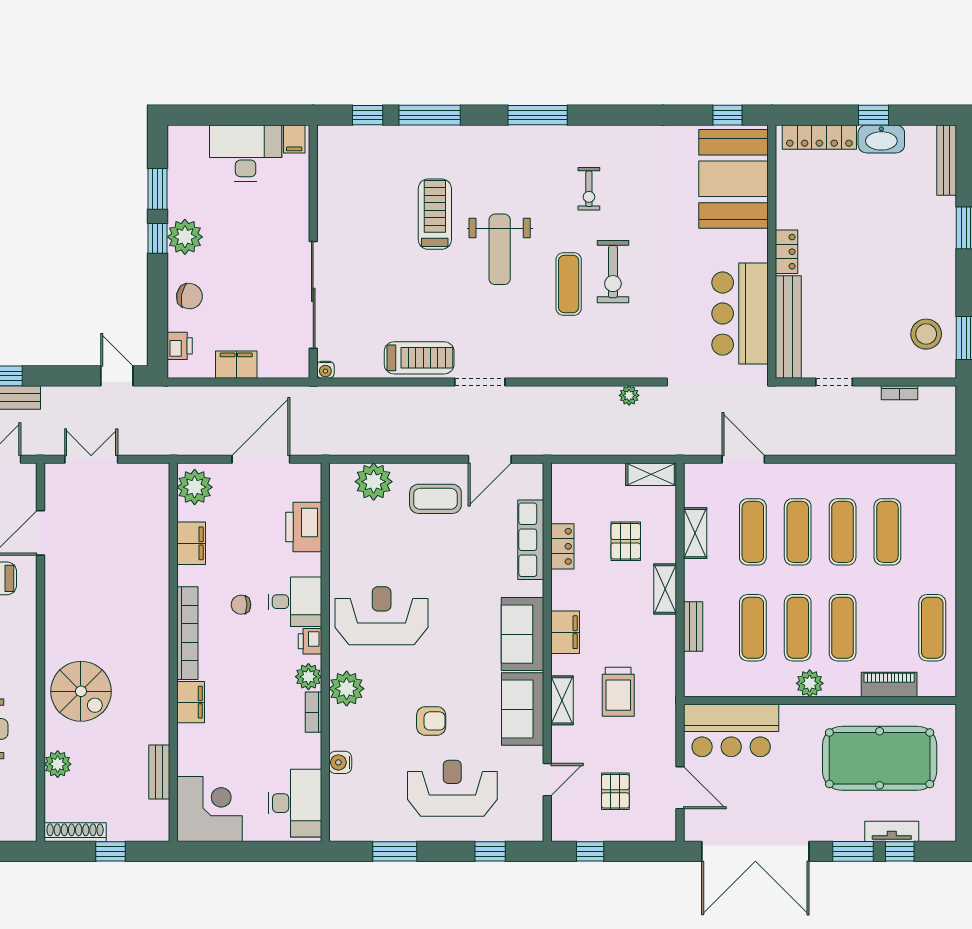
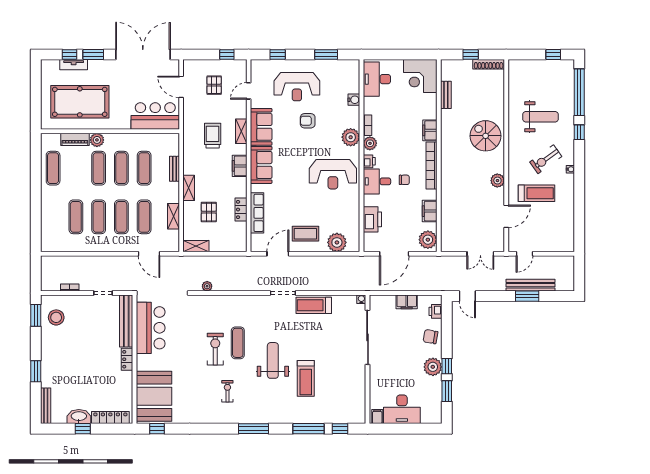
plant: (810, 683) -> (97, 140), moved
plant: (58, 764) -> (497, 181), moved

